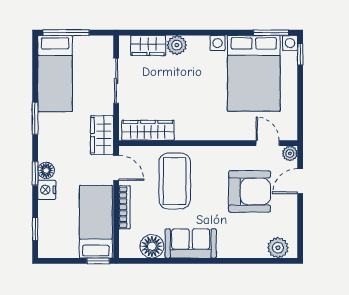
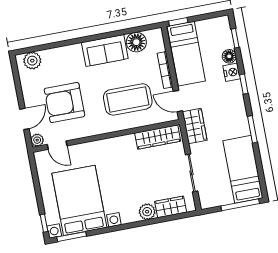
floor lamp: (46, 170) -> (229, 56), moved
coffee table: (175, 181) -> (128, 99), turned 90

